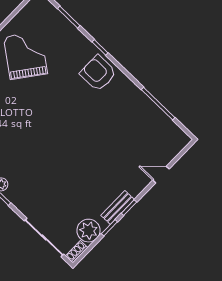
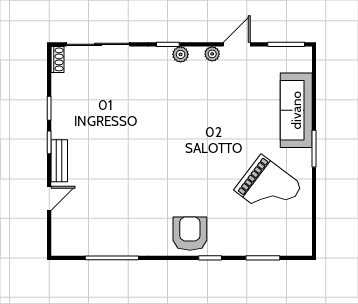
armchair: (98, 73) -> (190, 234), turned -90
bench: (118, 207) -> (59, 161), moved
plant: (89, 231) -> (65, 88), removed

